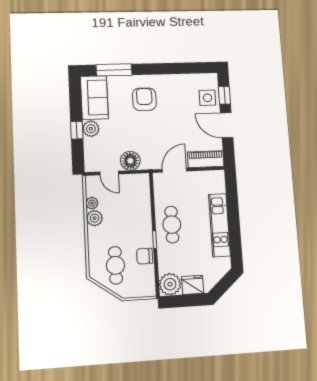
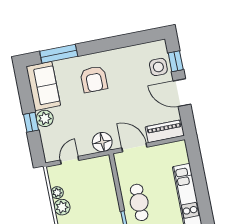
armchair: (144, 99) -> (94, 79), turned 180
floor lamp: (130, 161) -> (102, 142), moved
door: (174, 170) -> (134, 147), hinge flipped
door: (109, 173) -> (70, 160), swing flipped

